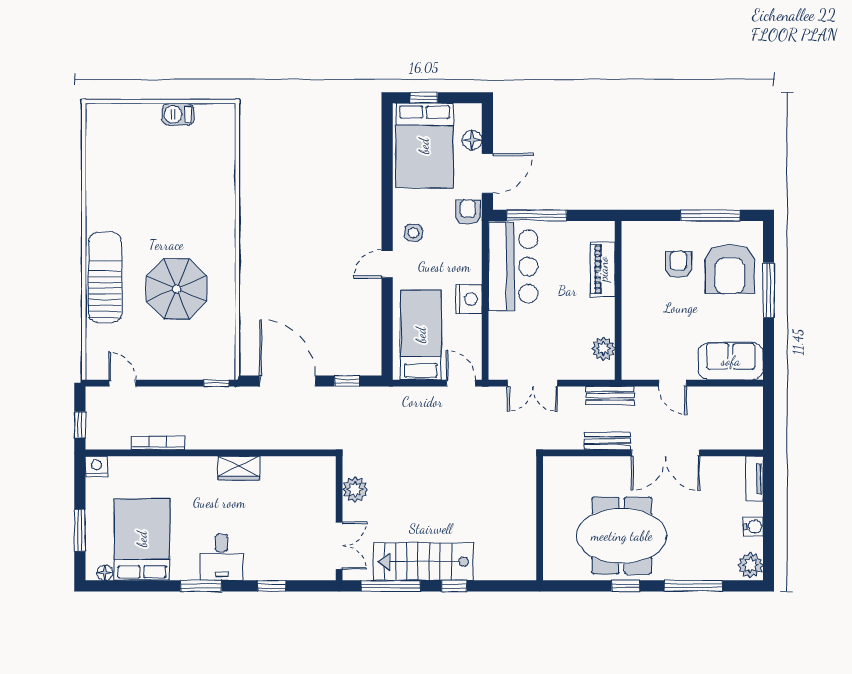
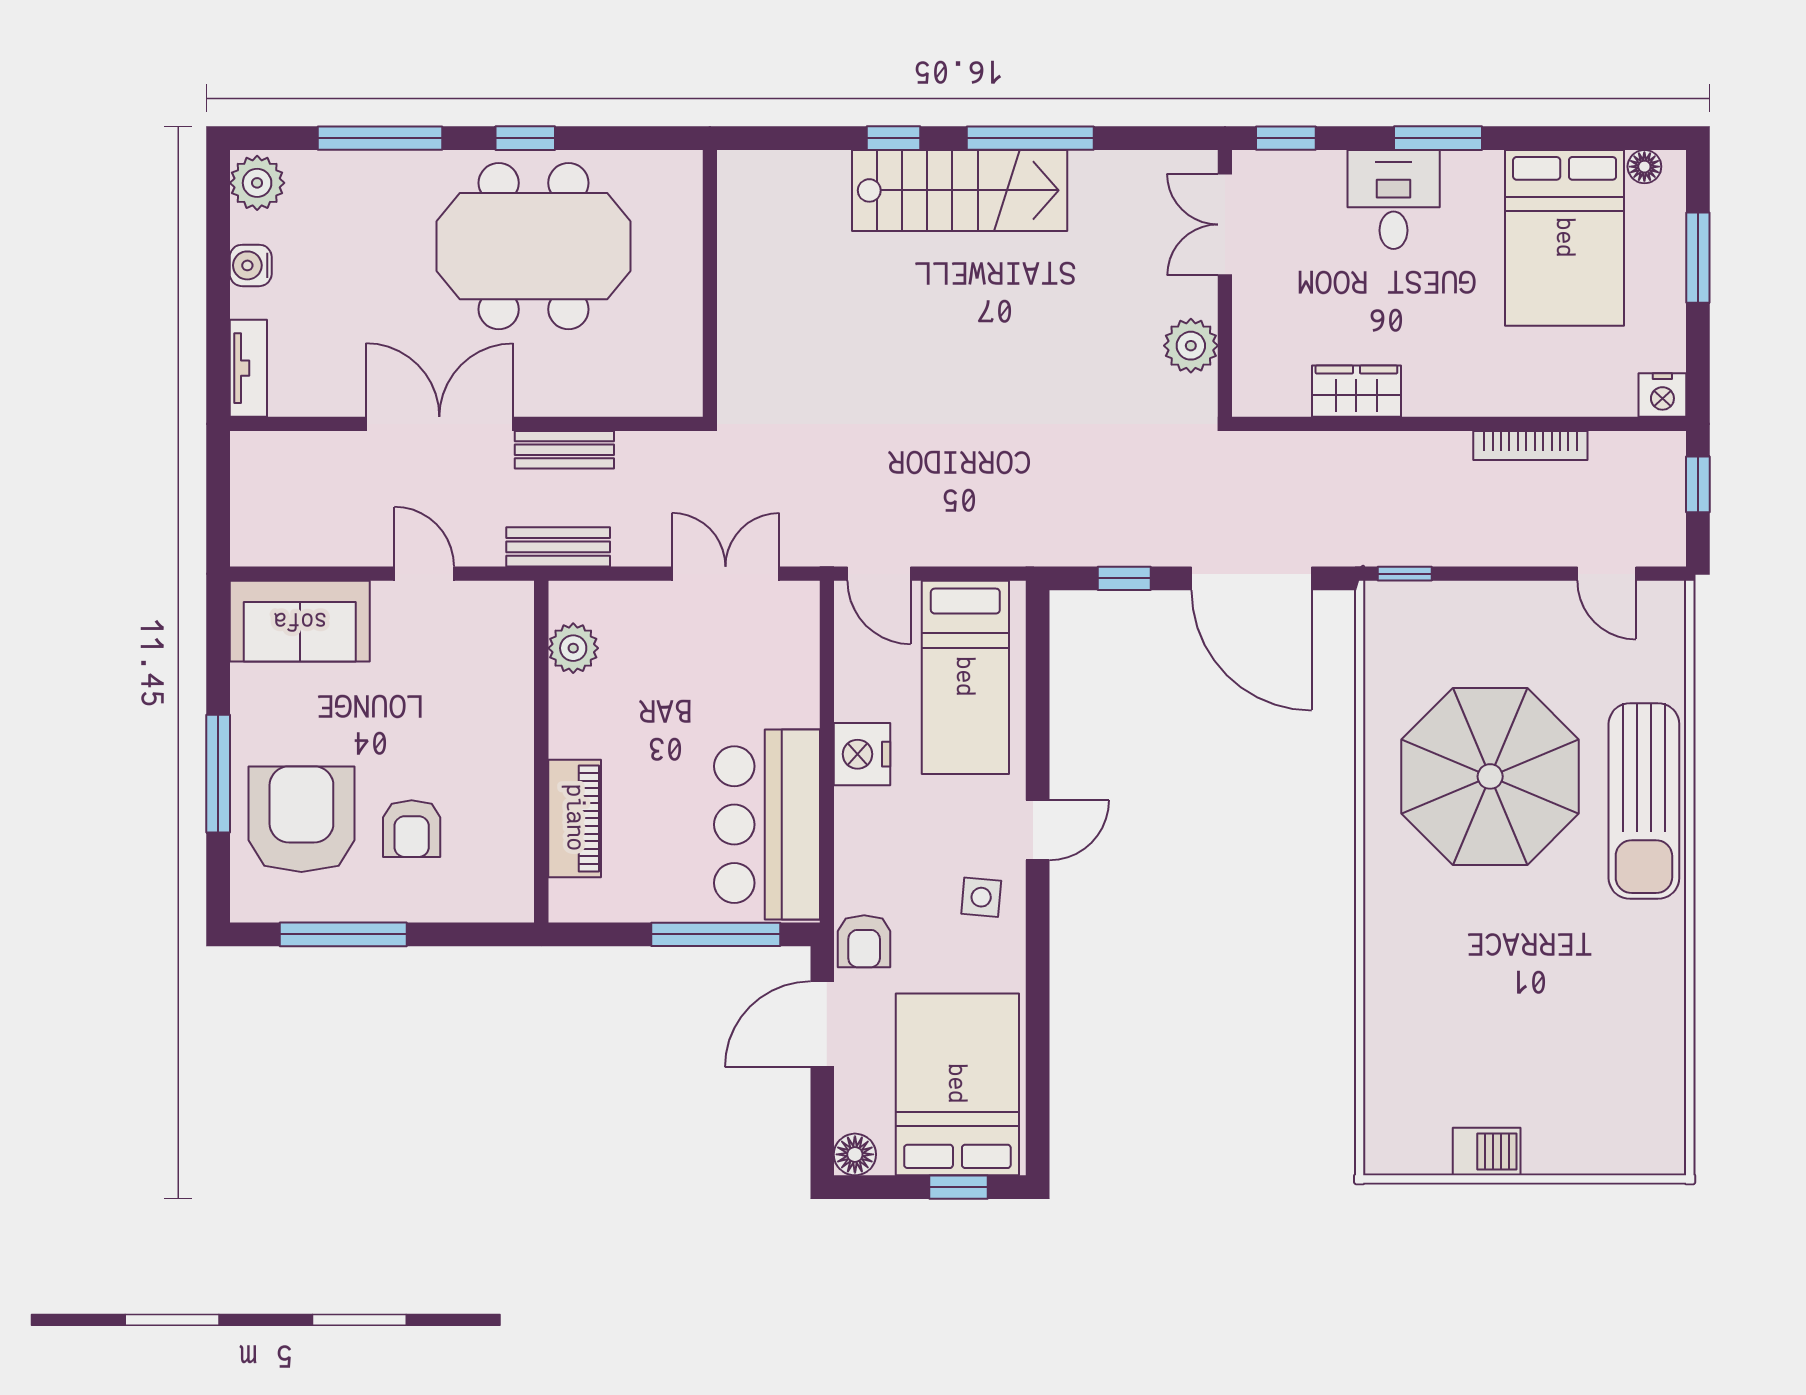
floor lamp: (472, 140) -> (855, 1154), moved
parasol: (177, 289) -> (1490, 776), width x1.36, depth x1.36
plant: (355, 489) -> (1191, 346), moved
wall: (339, 518) -> (1225, 283), moved
double door: (339, 546) -> (1225, 225), moved

